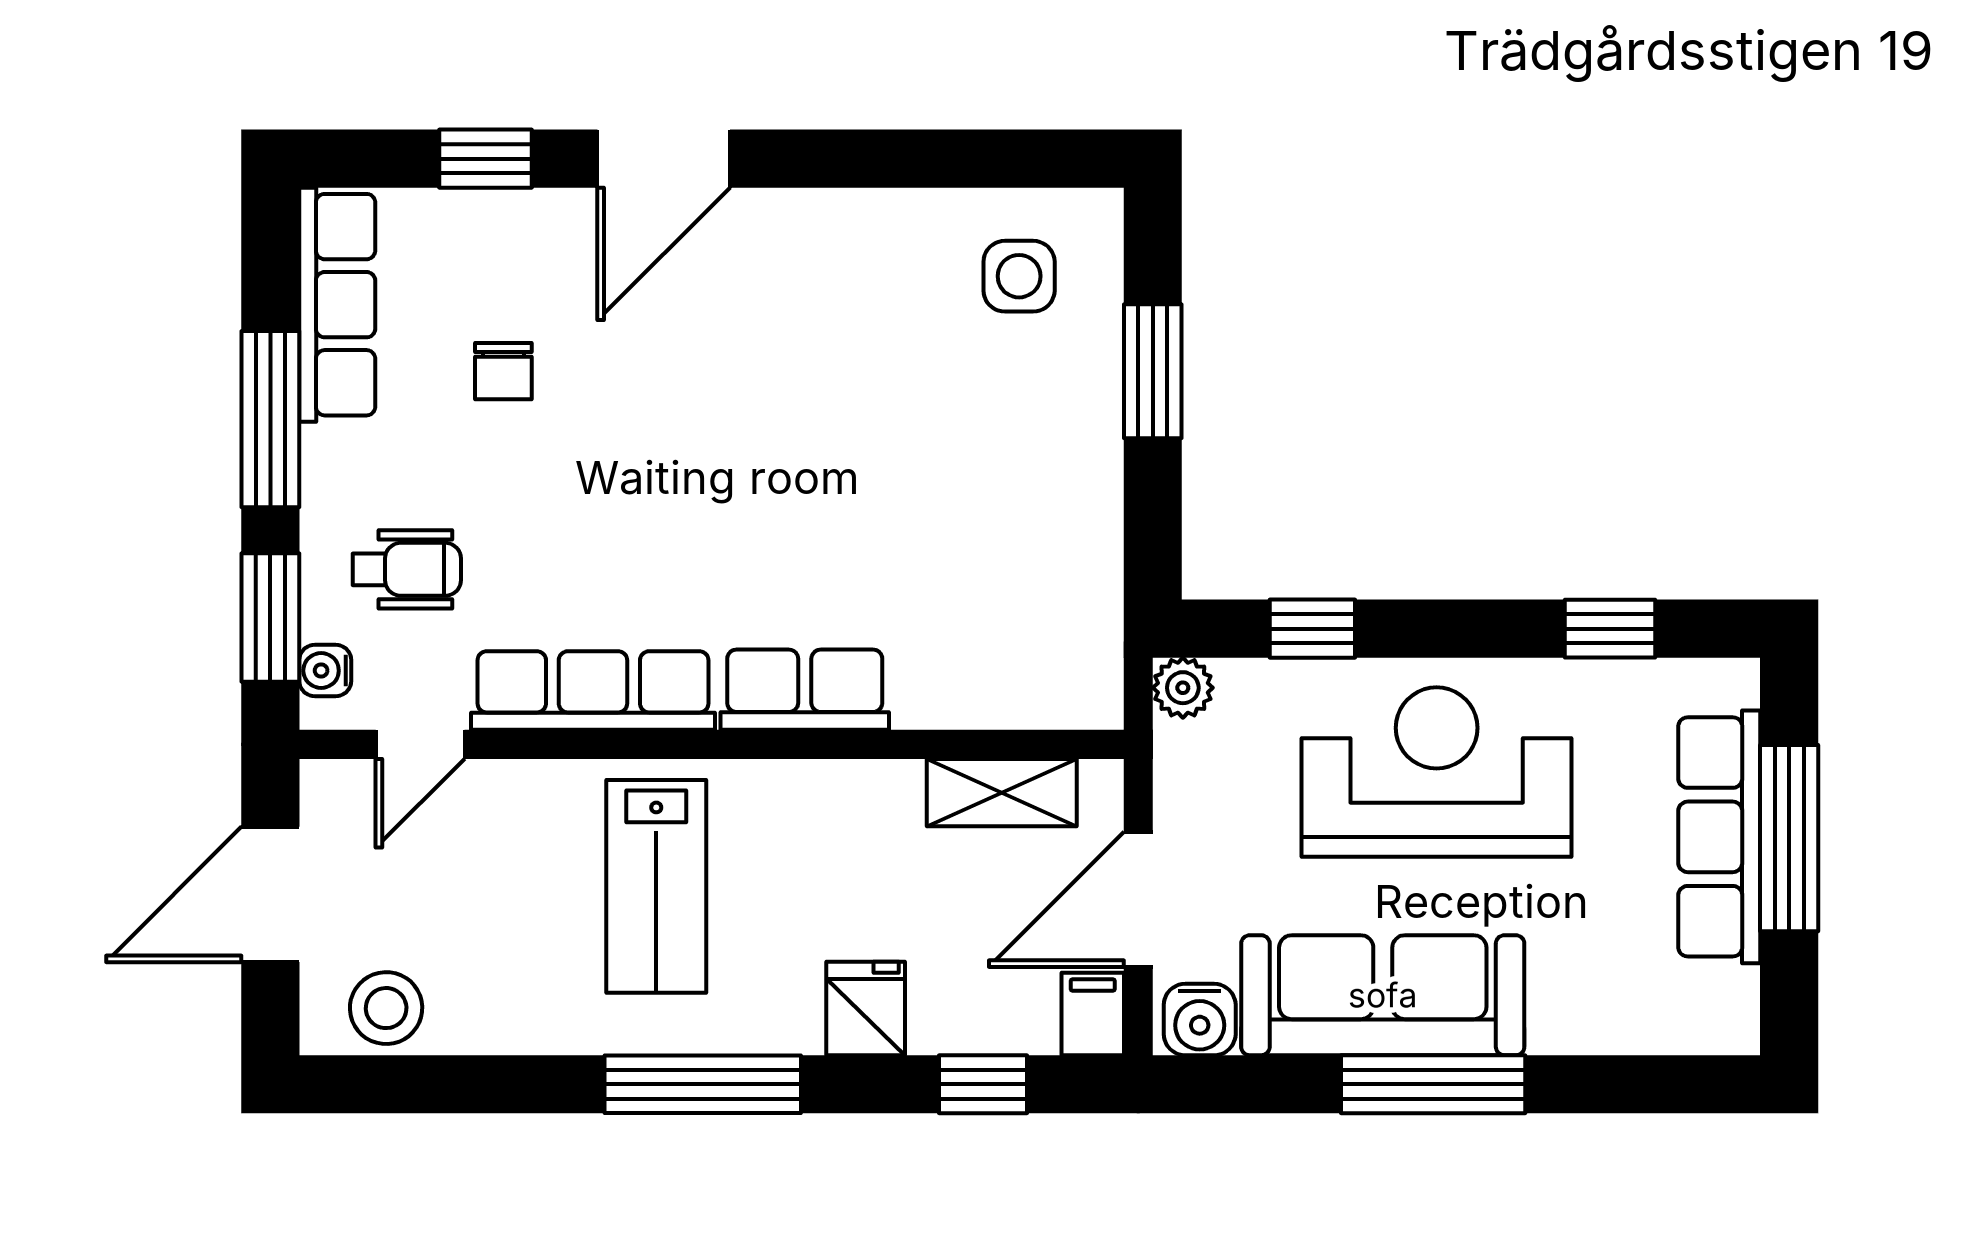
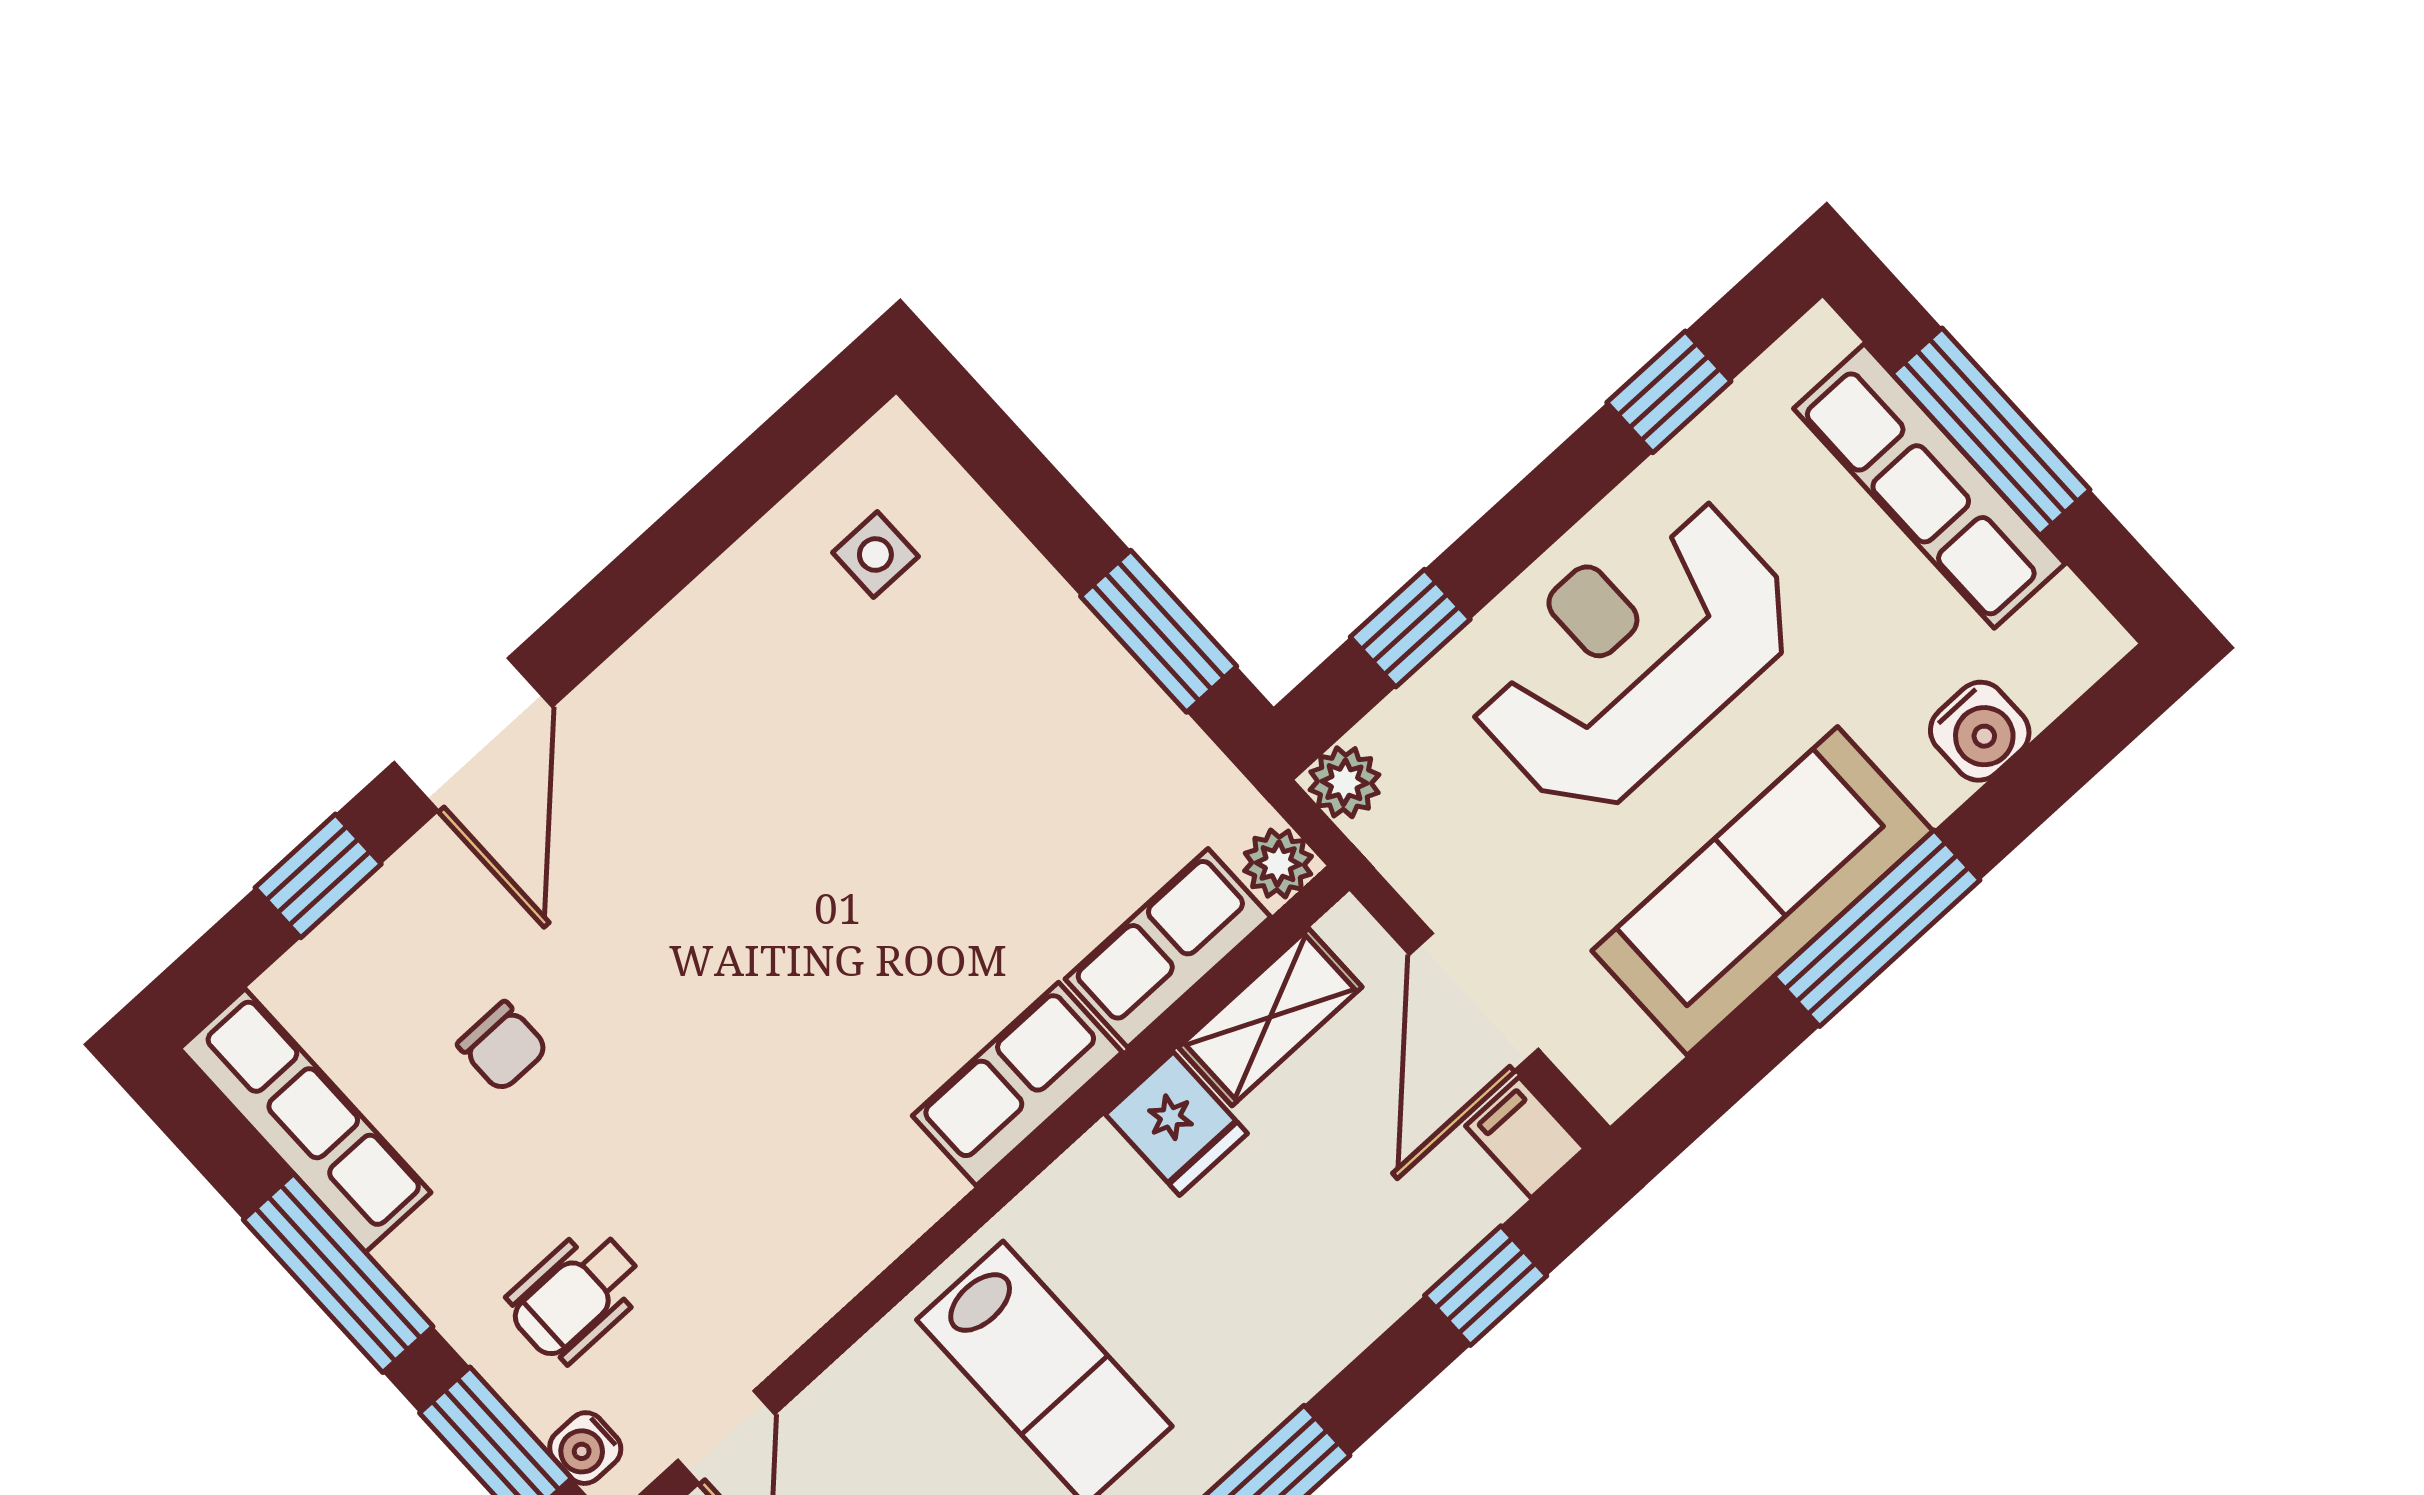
side table: (1019, 276) -> (875, 555), width x0.73, depth x0.73
window: (1153, 371) -> (1159, 631), moved
wheelchair: (407, 569) -> (576, 1295), turned 180
row of seats: (593, 690) -> (1168, 948), moved, width x0.68
plant: (1095, 701) -> (1278, 864), added
fridge: (866, 1009) -> (1176, 1124), moved, turned 180
water cooler: (1200, 1020) -> (1980, 731), moved

